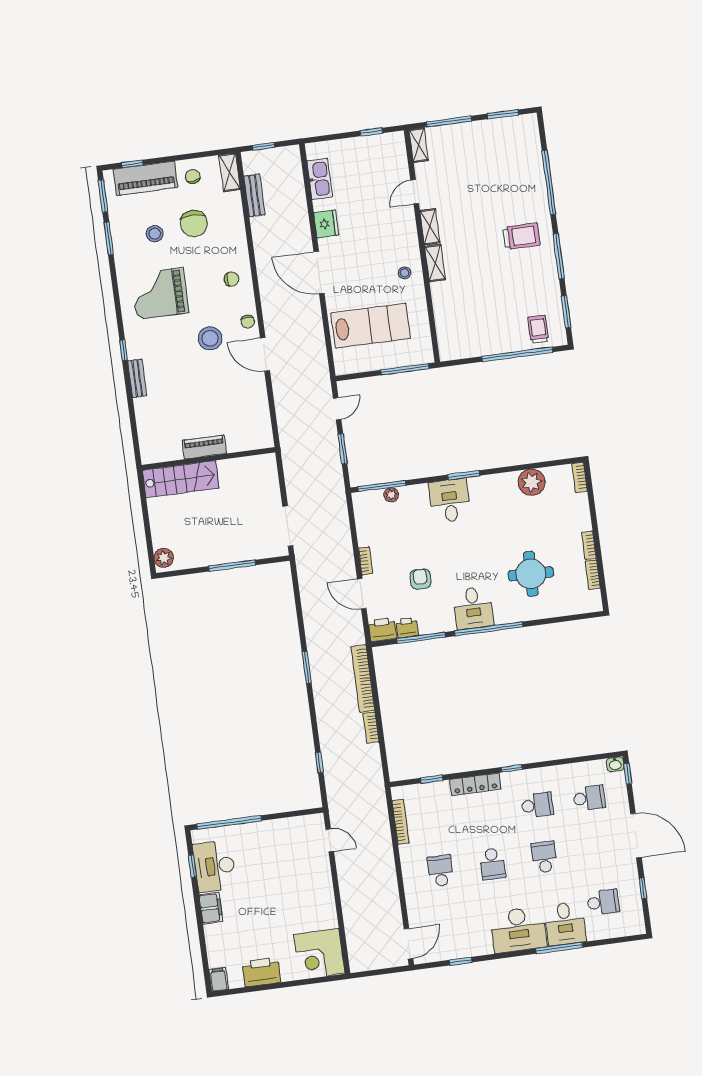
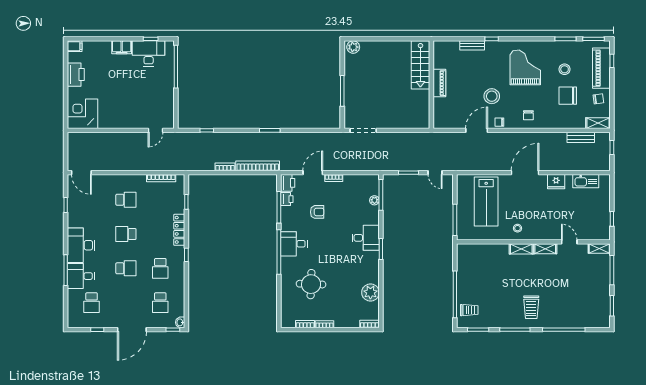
piano: (204, 447) -> (439, 83), moved
wall: (208, 459) -> (431, 85), moved
stairs: (181, 479) -> (420, 65), moved

